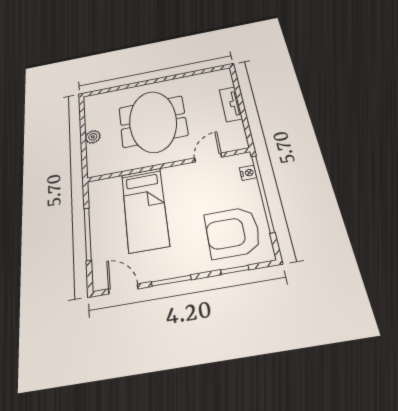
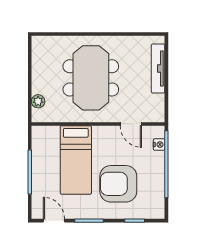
tv unit: (231, 104) -> (158, 69), width x1.41
plant: (93, 137) -> (38, 101), moved
door: (208, 158) -> (131, 124), swing flipped
armchair: (233, 232) -> (118, 184), moved

